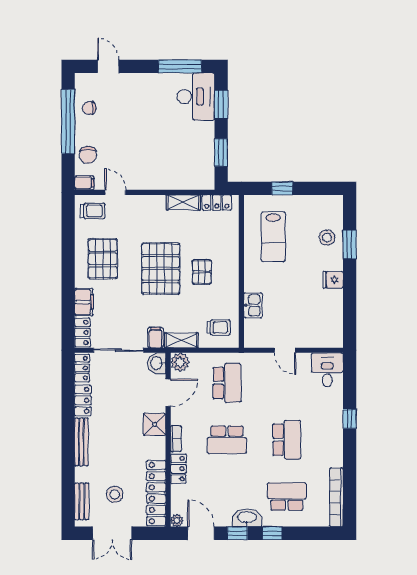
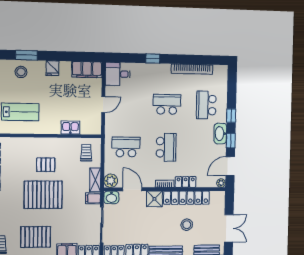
filing cabinet: (332, 327) -> (87, 70), added
locker: (156, 493) -> (187, 198), moved
stool: (115, 494) -> (187, 225), moved
bookcase: (336, 497) -> (192, 69), moved

